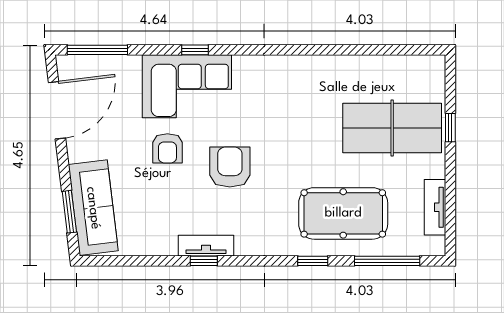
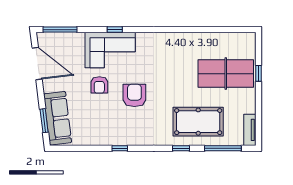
door: (57, 110) -> (37, 64), hinge flipped
tv unit: (435, 207) -> (250, 130), moved
tv unit: (206, 246) -> (121, 140), removed

